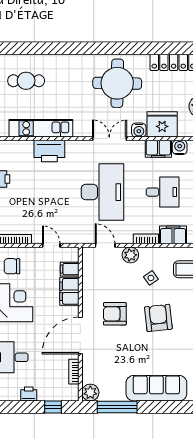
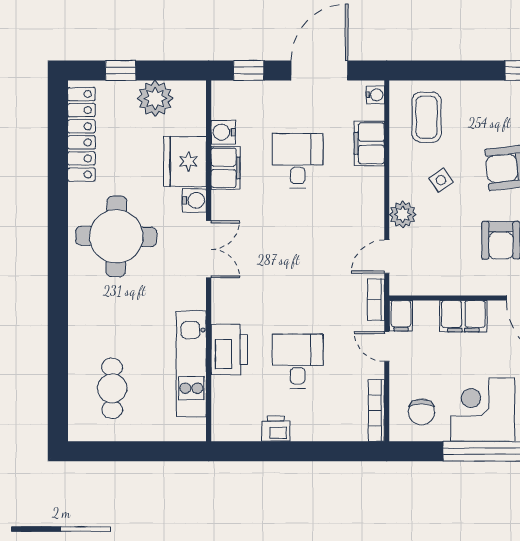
double door: (109, 139) -> (209, 249), swing flipped
desk: (103, 192) -> (298, 361), moved, width x0.53, depth x0.77
bookcase: (146, 239) -> (376, 300), moved
door: (51, 245) -> (387, 346), hinge flipped
filing cabinet: (70, 269) -> (401, 316), moved

